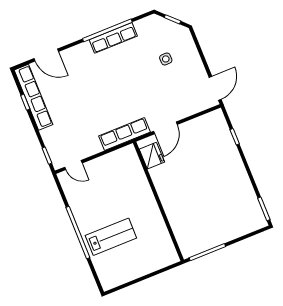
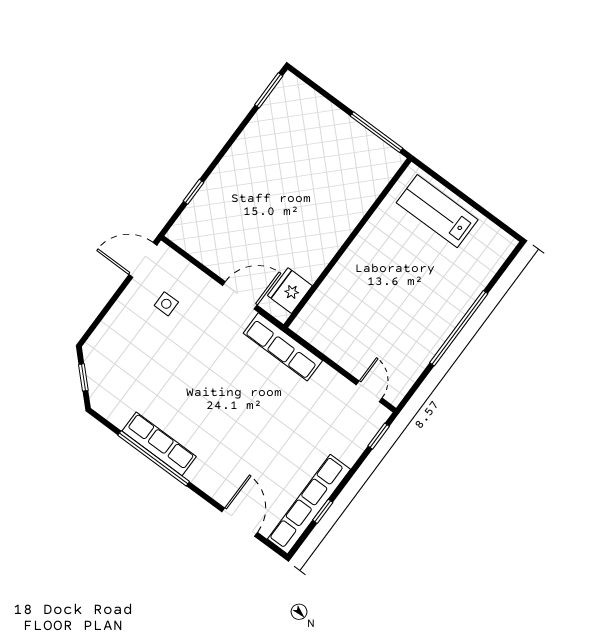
side table: (166, 59) -> (166, 304), moved
lab bench: (111, 237) -> (437, 211), moved

